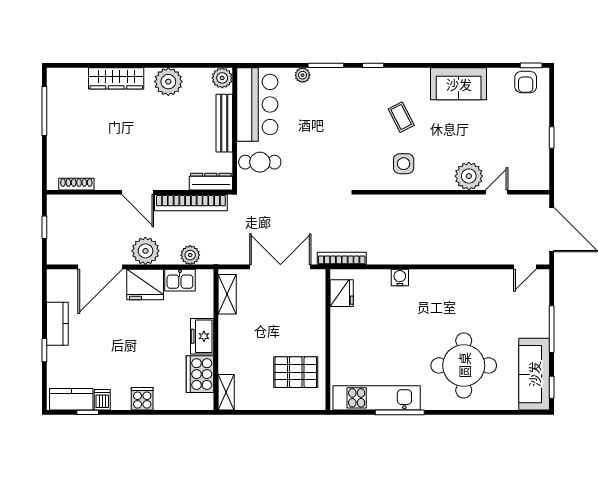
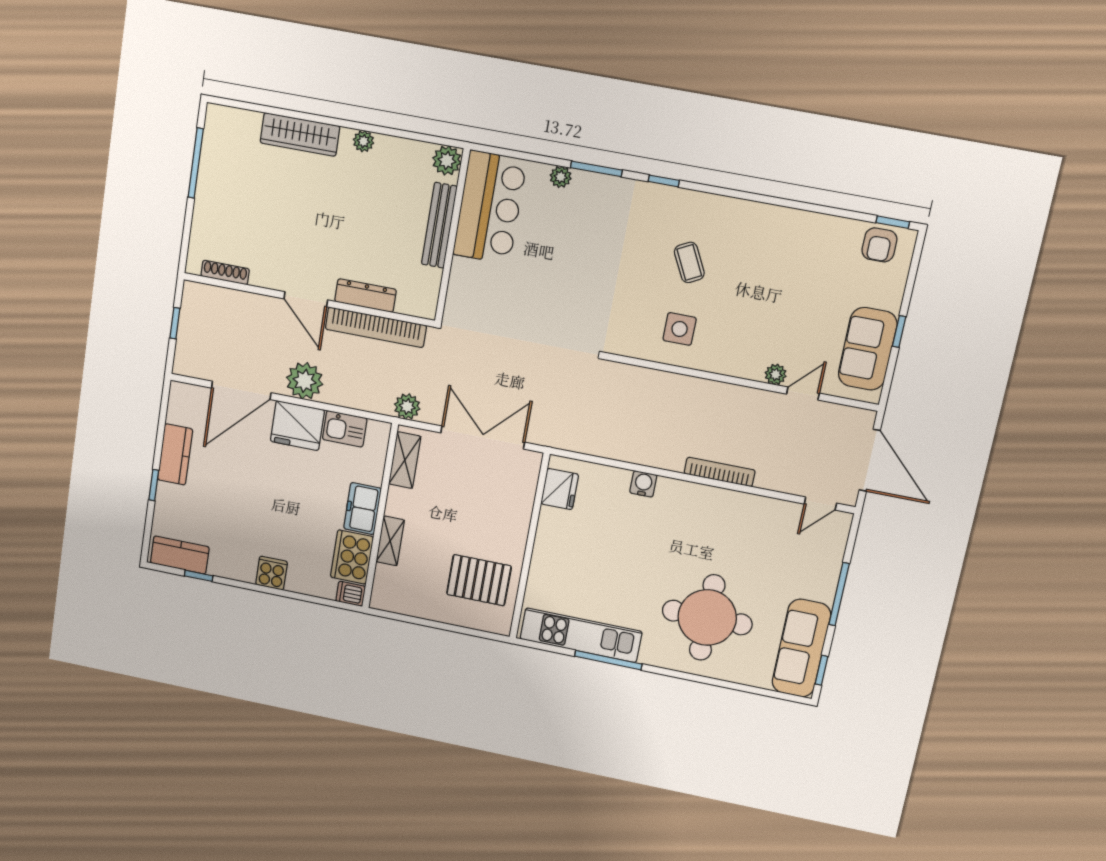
plant: (168, 82) -> (364, 141), width x0.53, depth x0.53
sofa: (459, 84) -> (868, 349), moved, turned 90
cafe table: (260, 162) -> (479, 289), removed
plant: (469, 176) -> (776, 374), width x0.53, depth x0.53
dresser: (211, 182) -> (366, 296), moved
plant: (190, 255) -> (407, 407), moved
bookcase: (342, 258) -> (720, 472), moved
shelving: (226, 392) -> (390, 541), moved
dishwasher: (102, 400) -> (351, 594), moved, turned -90

